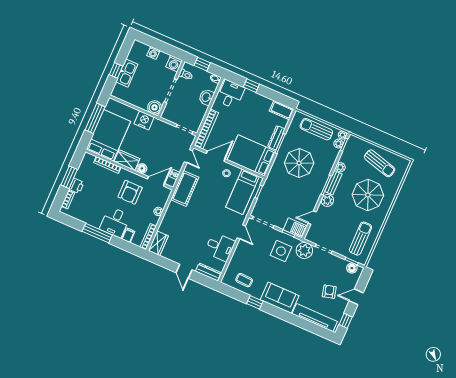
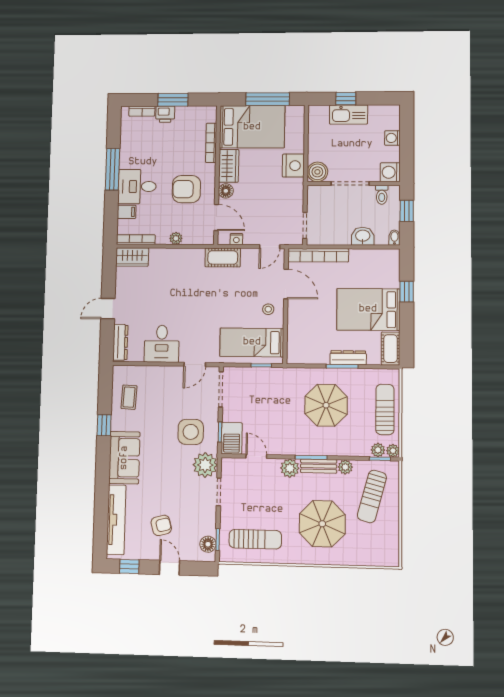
desk: (231, 94) -> (382, 268), removed
bed: (251, 155) -> (368, 309), moved, turned -90
sun lounger: (380, 163) -> (372, 496), moved
cot: (185, 188) -> (223, 257), width x0.73, depth x0.75

